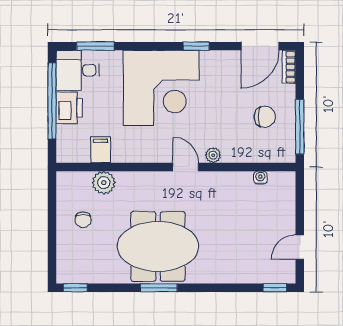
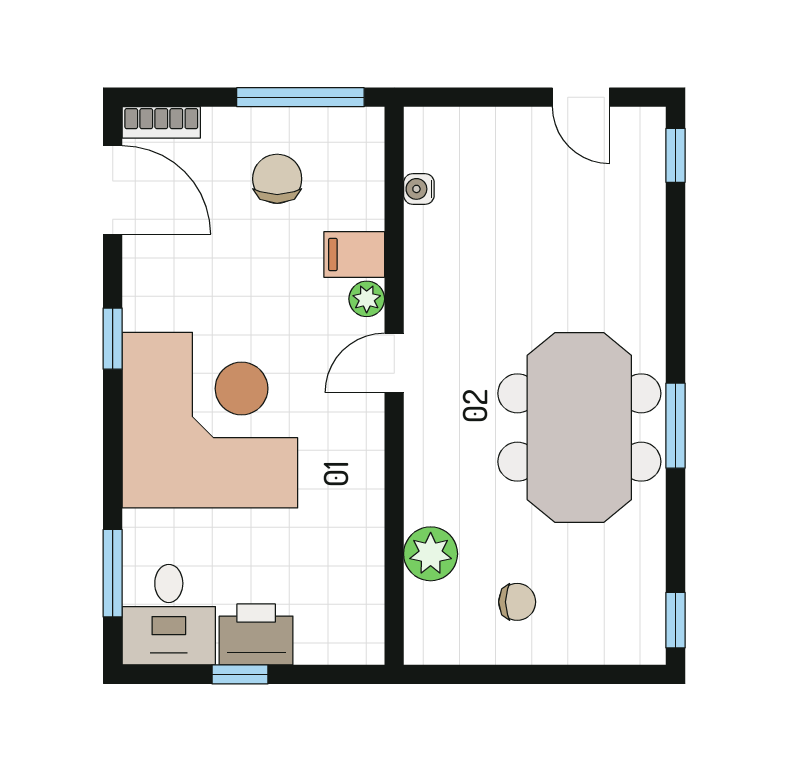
window: (52, 101) -> (240, 674), width x0.32
filing cabinet: (101, 150) -> (354, 254), moved

